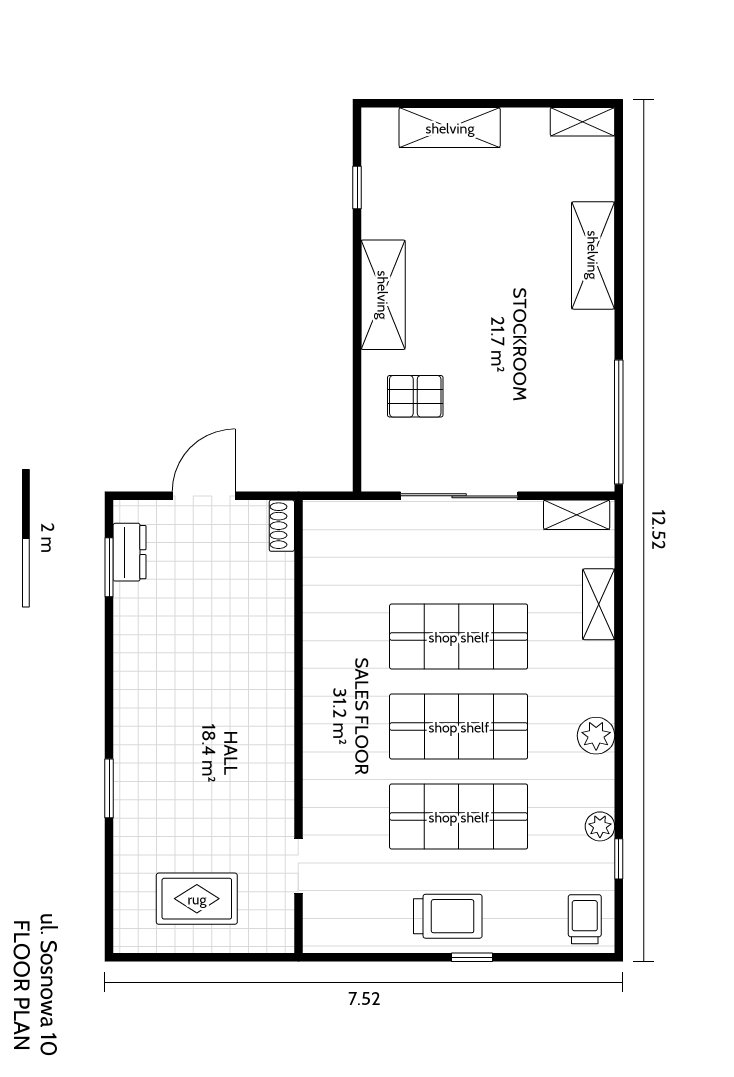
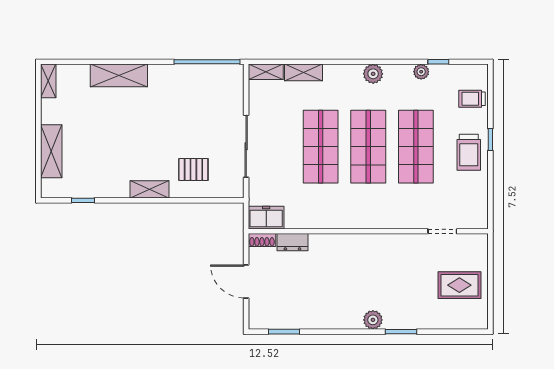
shelving: (383, 295) -> (149, 189), width x0.67, depth x0.75
pallet: (415, 396) -> (193, 169), turned 90
shelving: (577, 515) -> (266, 72), moved, turned 90
freezer: (324, 533) -> (266, 218), added
dresser: (130, 552) -> (292, 242), moved, turned 180
plant: (131, 735) -> (373, 320), added
rug: (197, 899) -> (459, 285), turned 90
trolley: (448, 916) -> (469, 152), turned 180
trolley: (585, 919) -> (472, 99), moved

